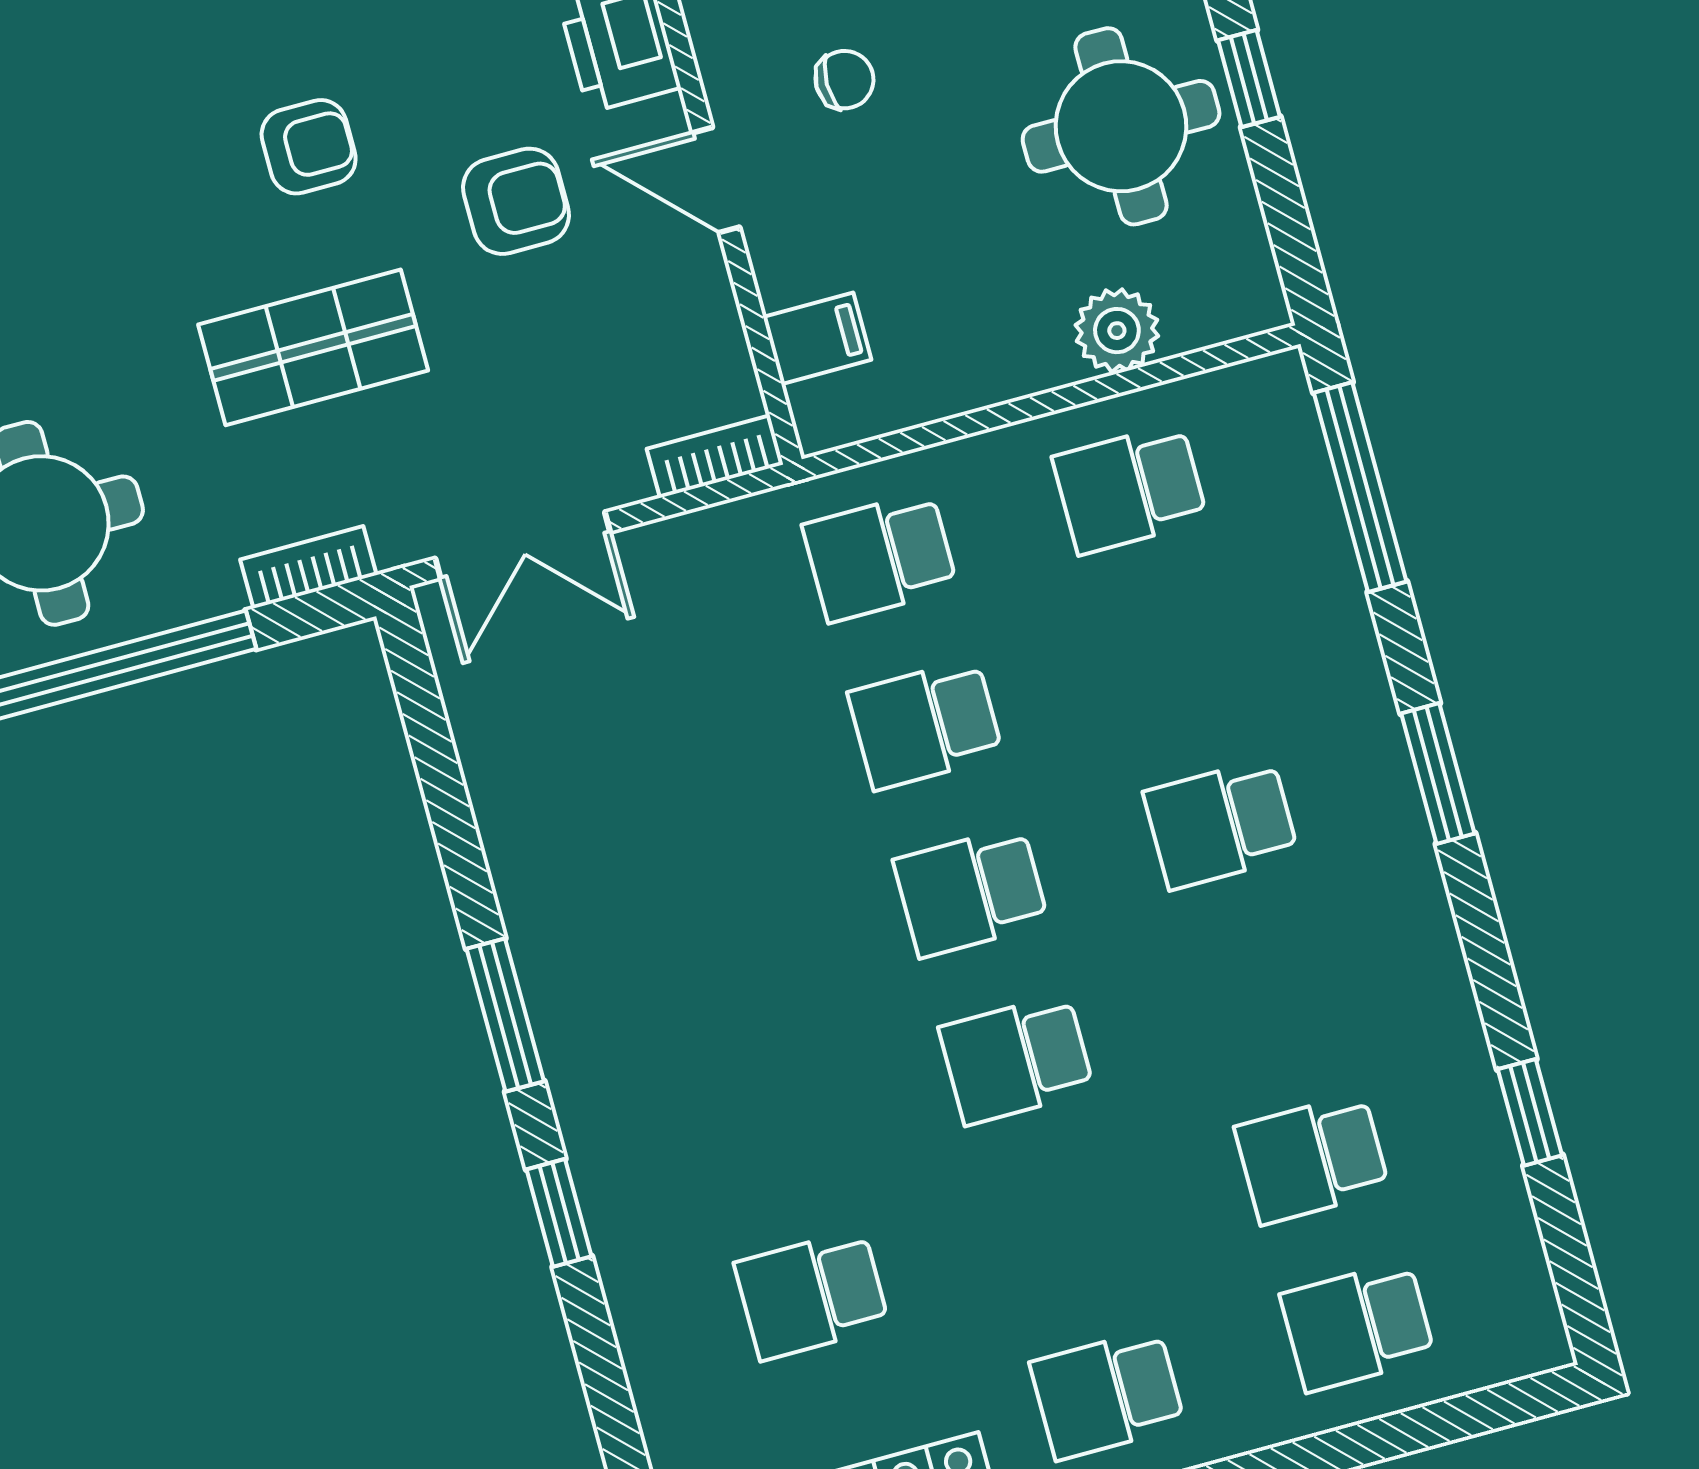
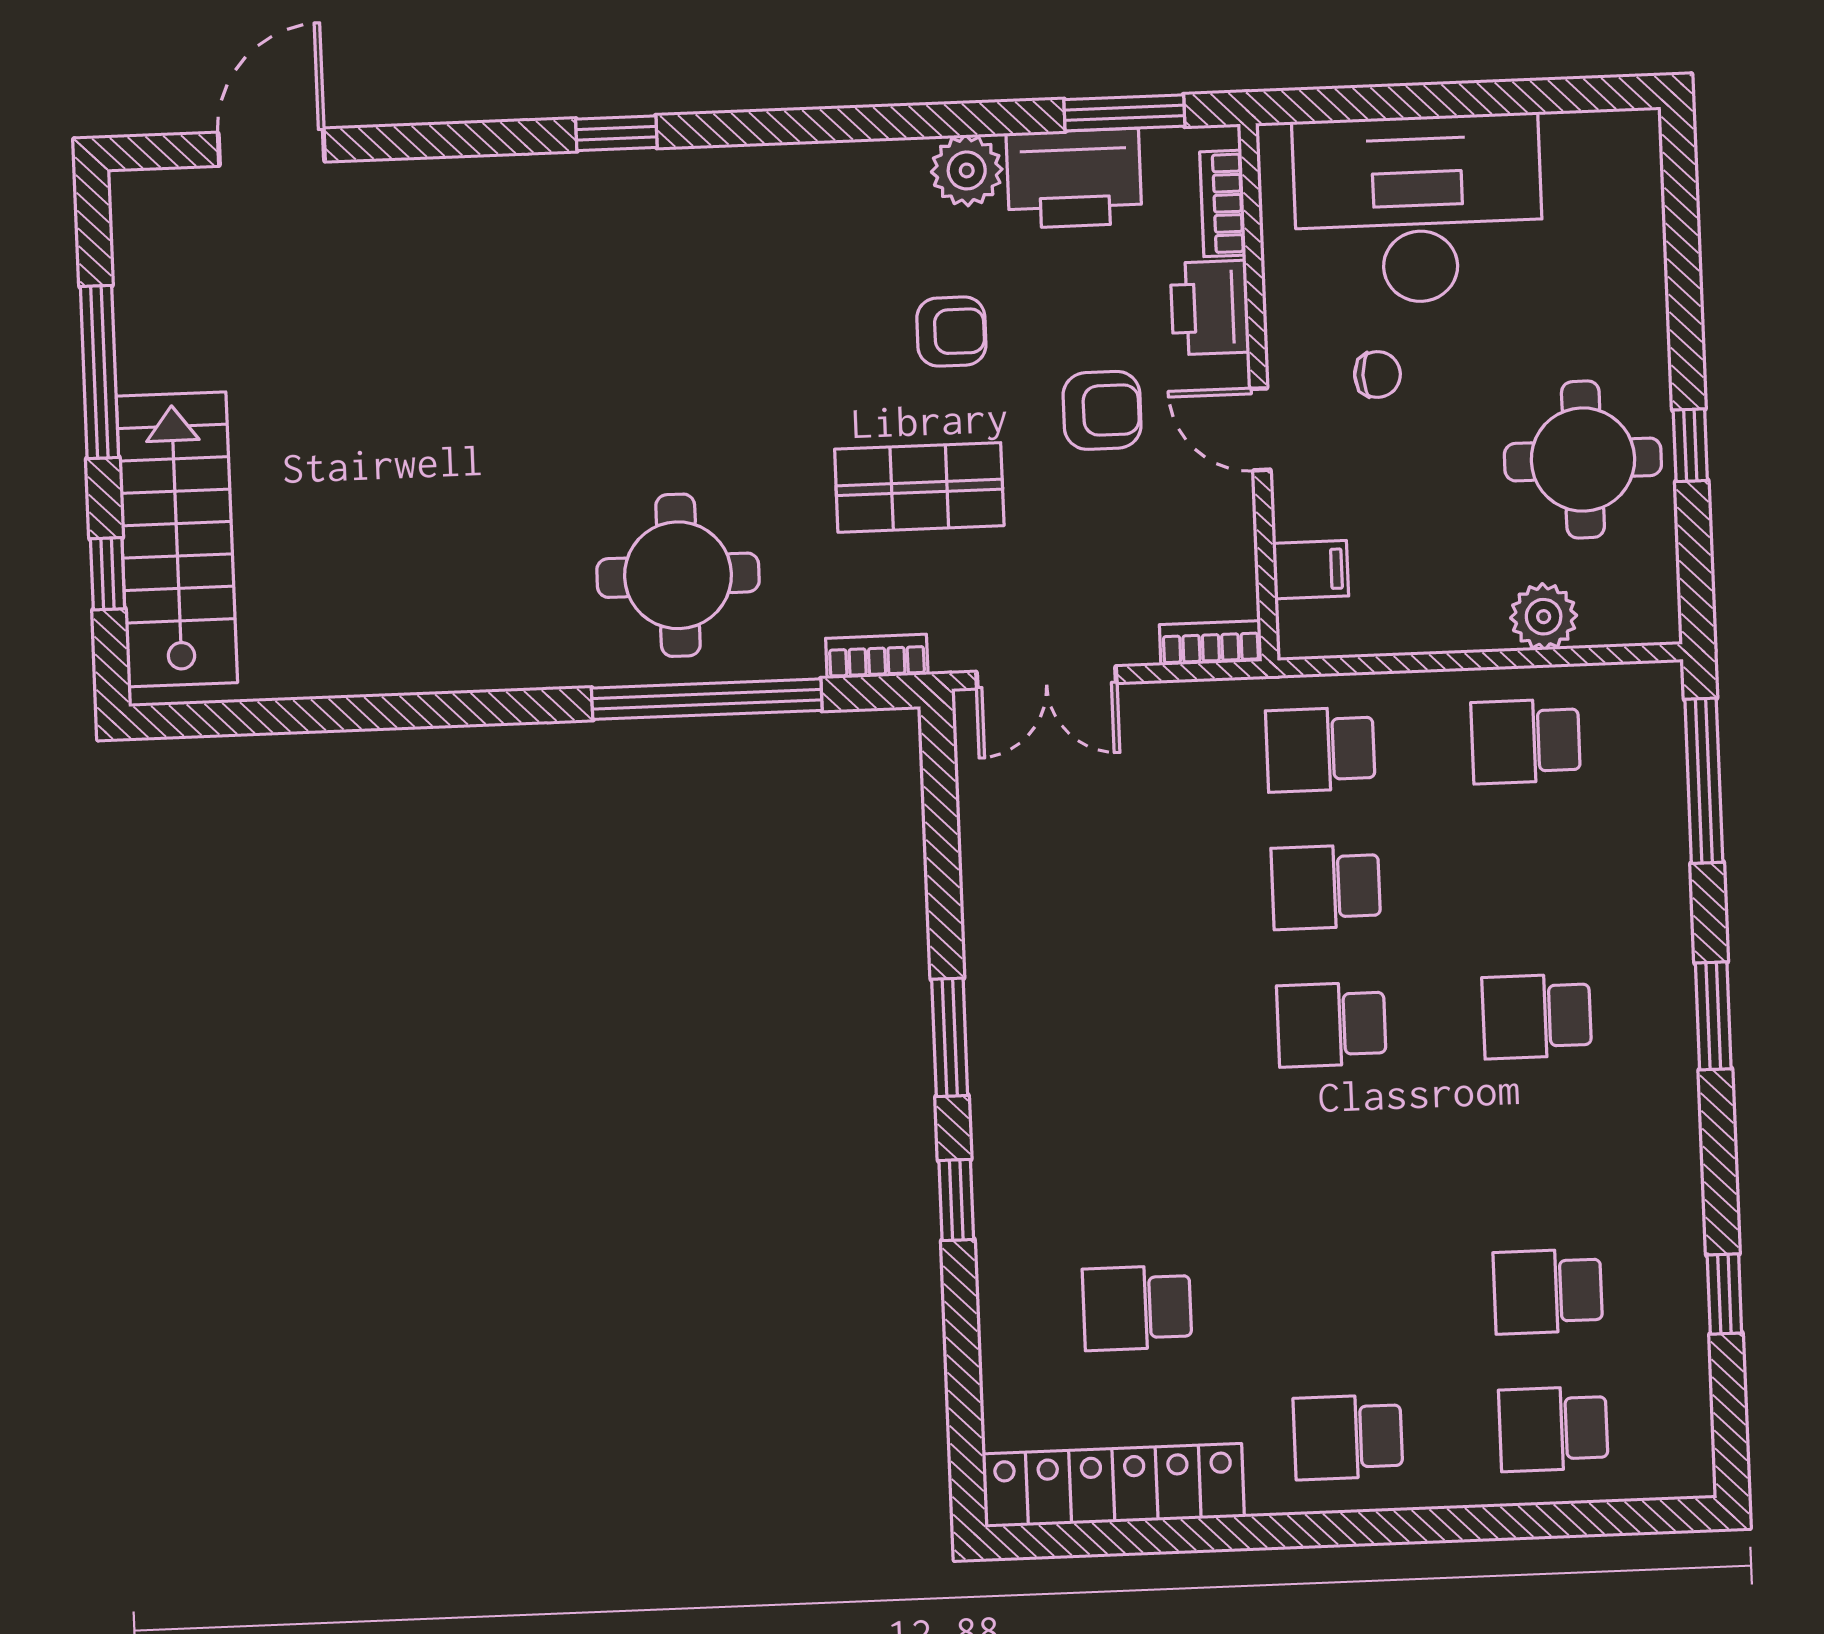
school desk: (1016, 1059) -> (1337, 1162), removed

